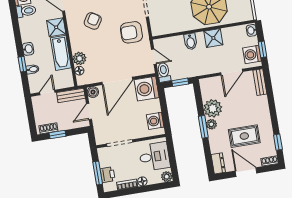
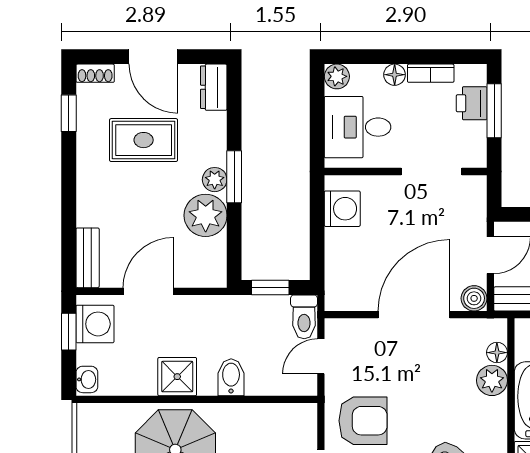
door: (154, 57) -> (321, 356), hinge flipped
washing machine: (147, 89) -> (350, 286), removed

